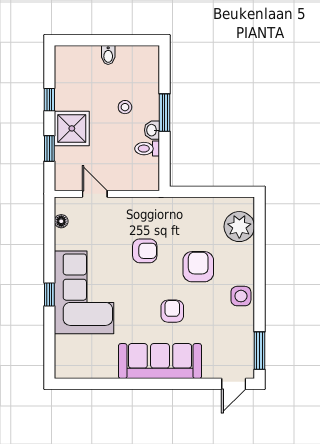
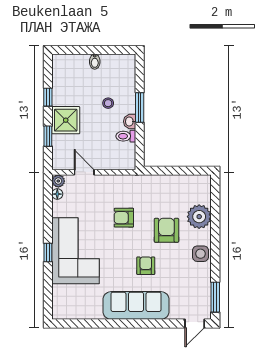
plant: (62, 205) -> (58, 181), added
plant: (239, 227) -> (199, 217), moved
armchair: (145, 251) -> (124, 218), turned 180

